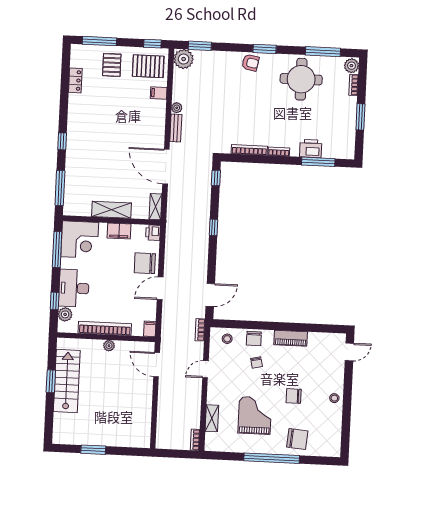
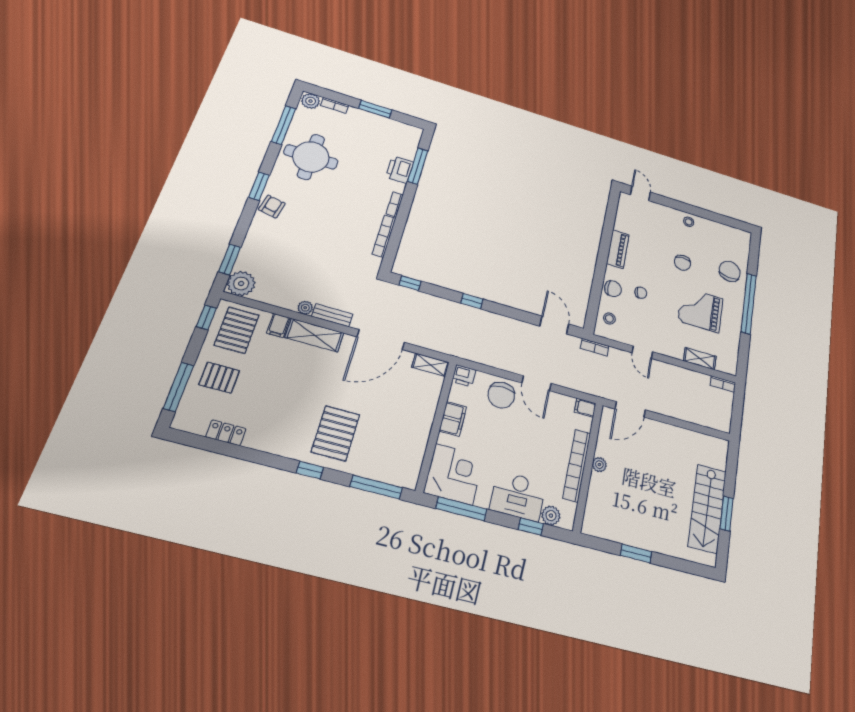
pallet: (91, 152) -> (336, 433), added
shelving: (111, 210) -> (314, 335), moved, turned 90
stairs: (67, 381) -> (707, 508), moved, turned -90

